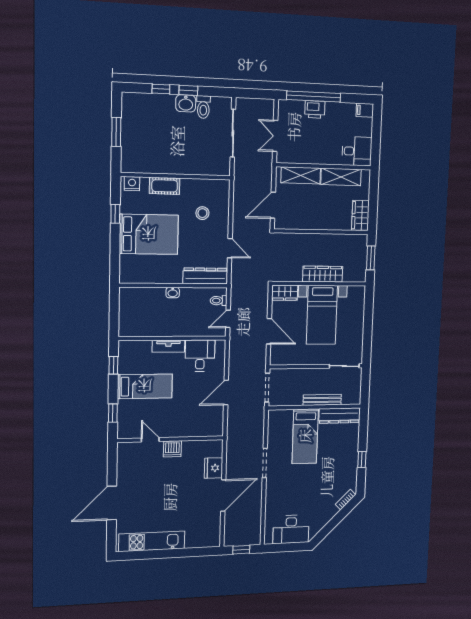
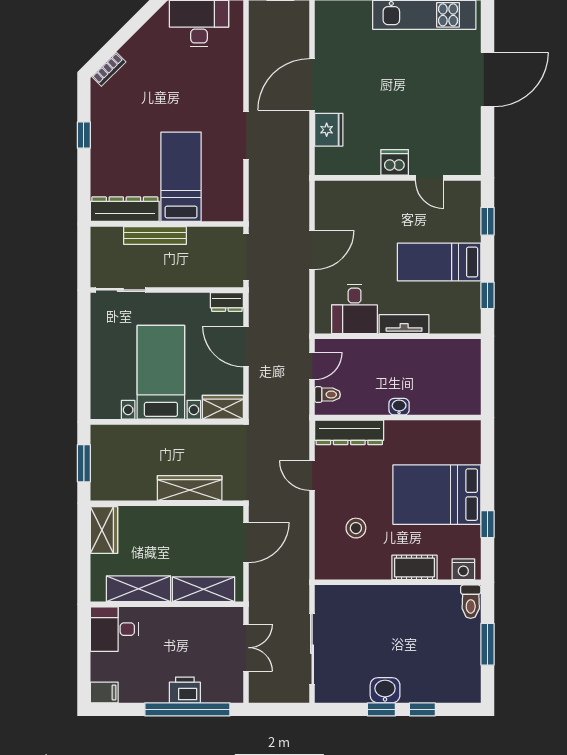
toilet: (203, 107) -> (471, 602), moved, turned 180
wardrobe: (323, 274) -> (190, 488), moved, turned 180
dresser: (280, 359) -> (227, 302), added

